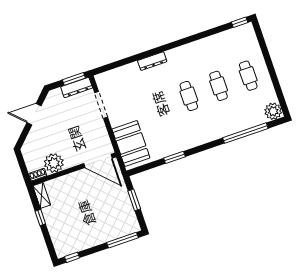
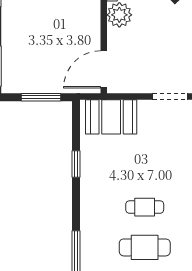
cafe table: (219, 86) -> (145, 247), width x1.37, depth x1.35
window: (134, 200) -> (41, 97), width x1.44

